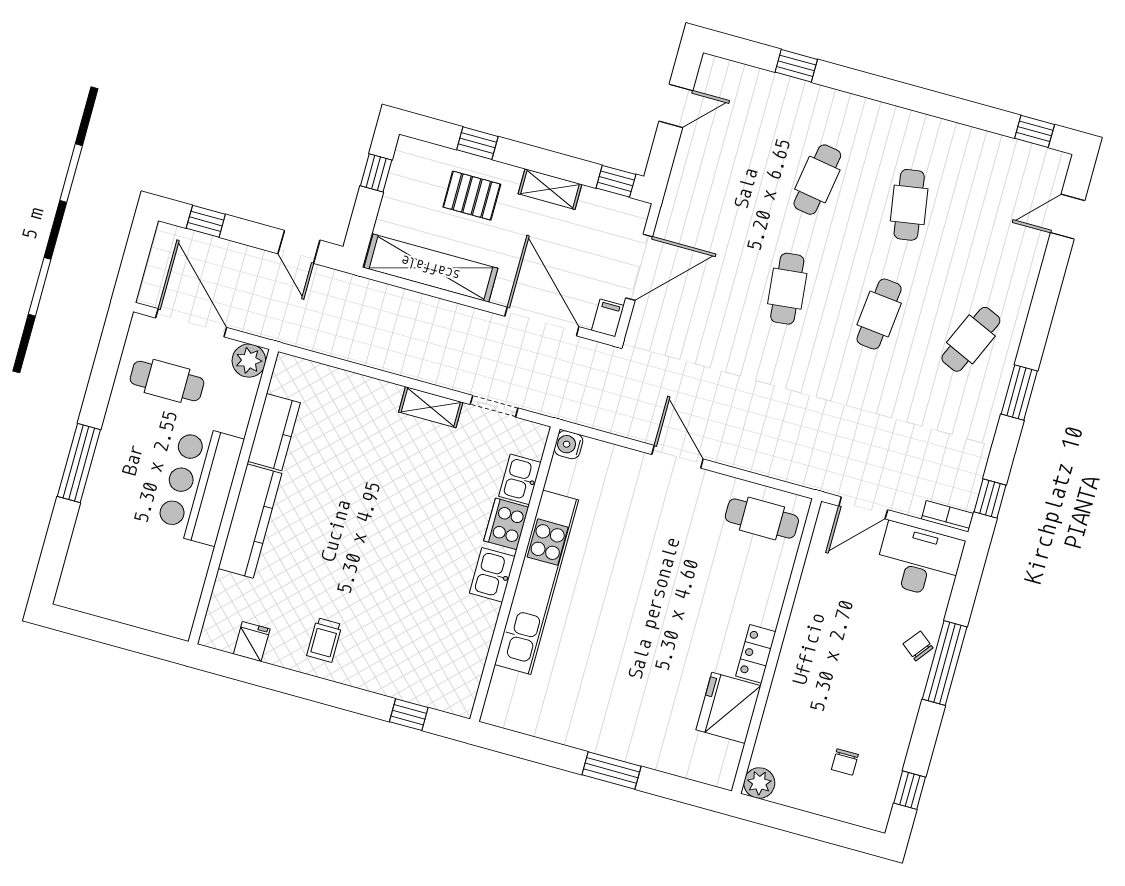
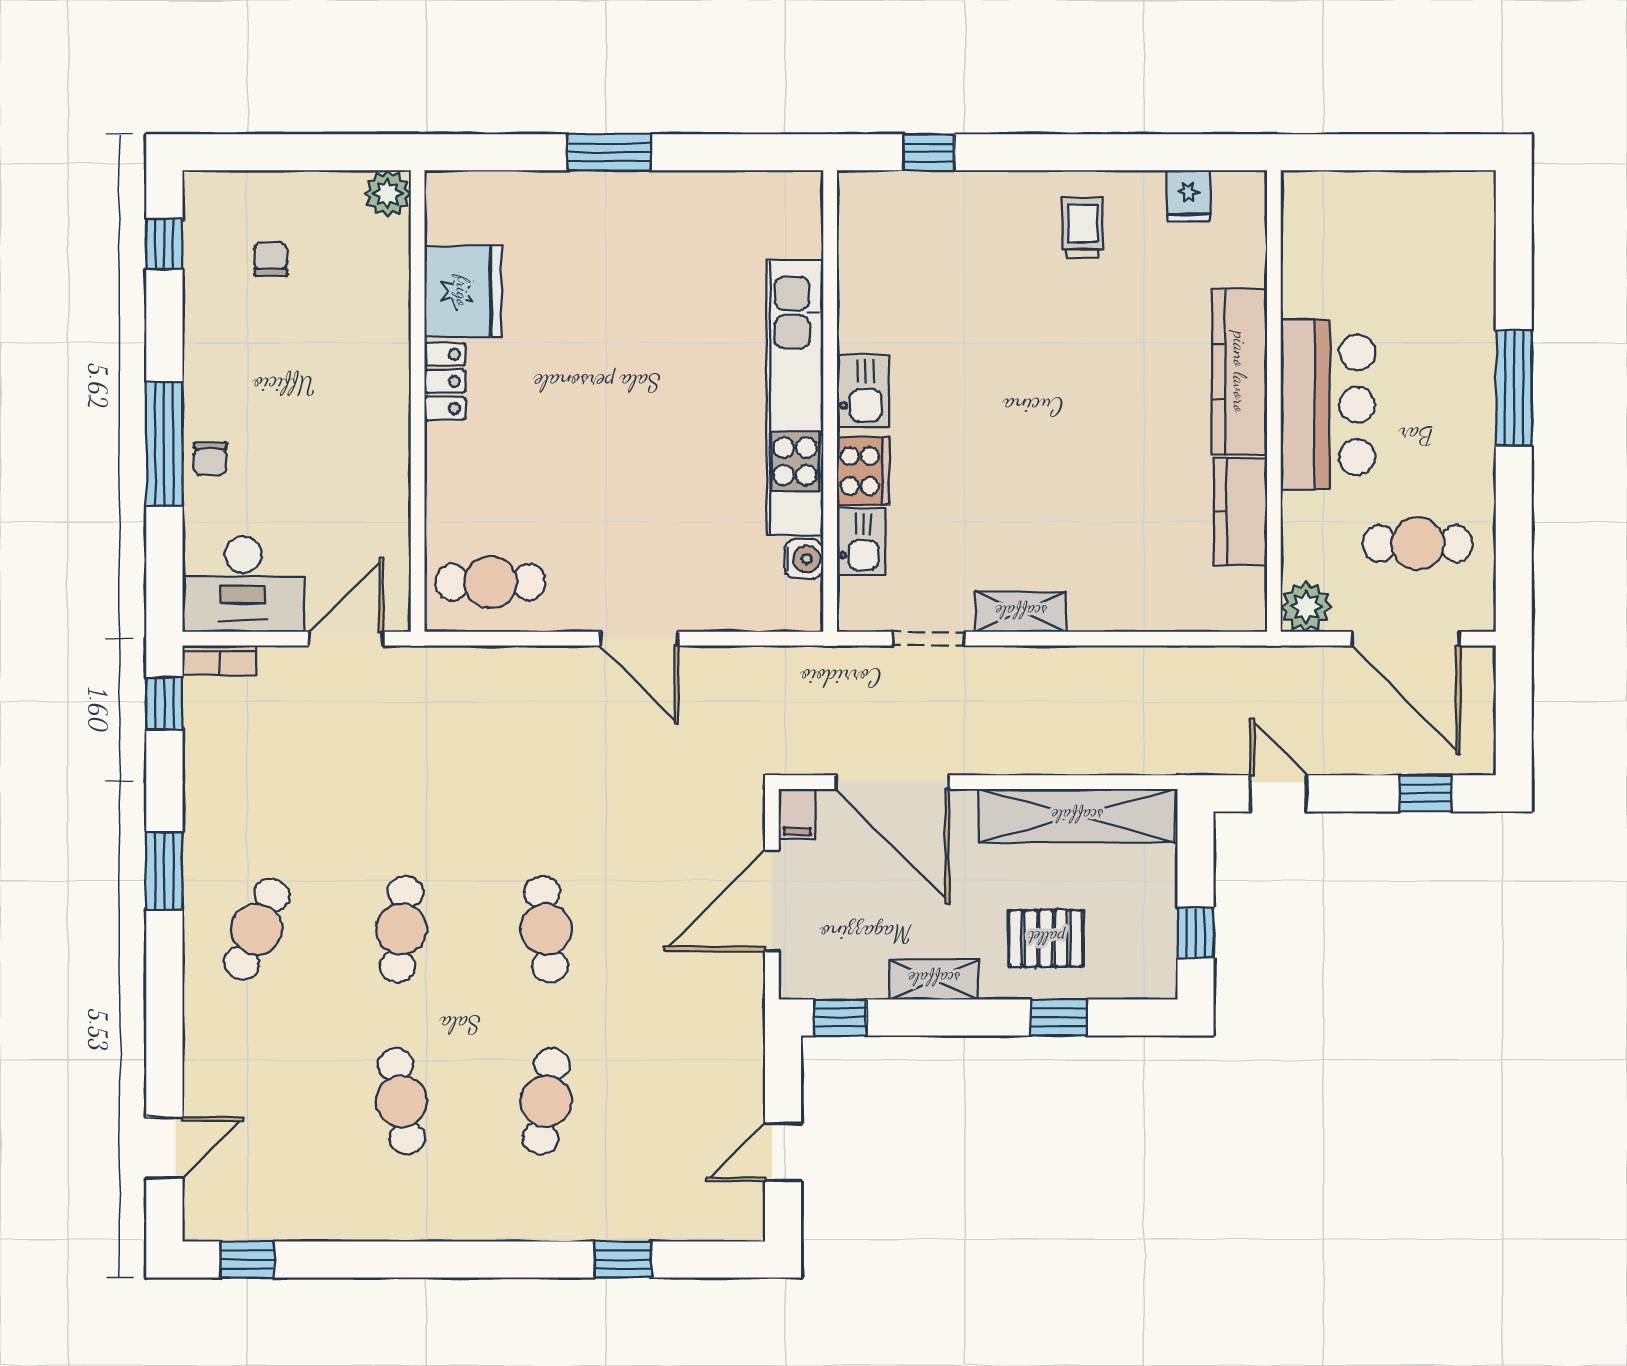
water cooler: (569, 445) -> (804, 559), moved
chair: (918, 646) -> (210, 459), turned 52

